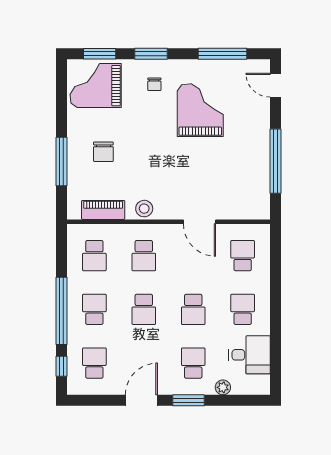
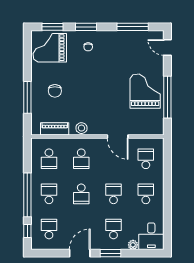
grand piano: (200, 110) -> (145, 91), moved
school desk: (193, 309) -> (114, 194), turned 180
desk: (250, 355) -> (151, 236), moved, turned 90

